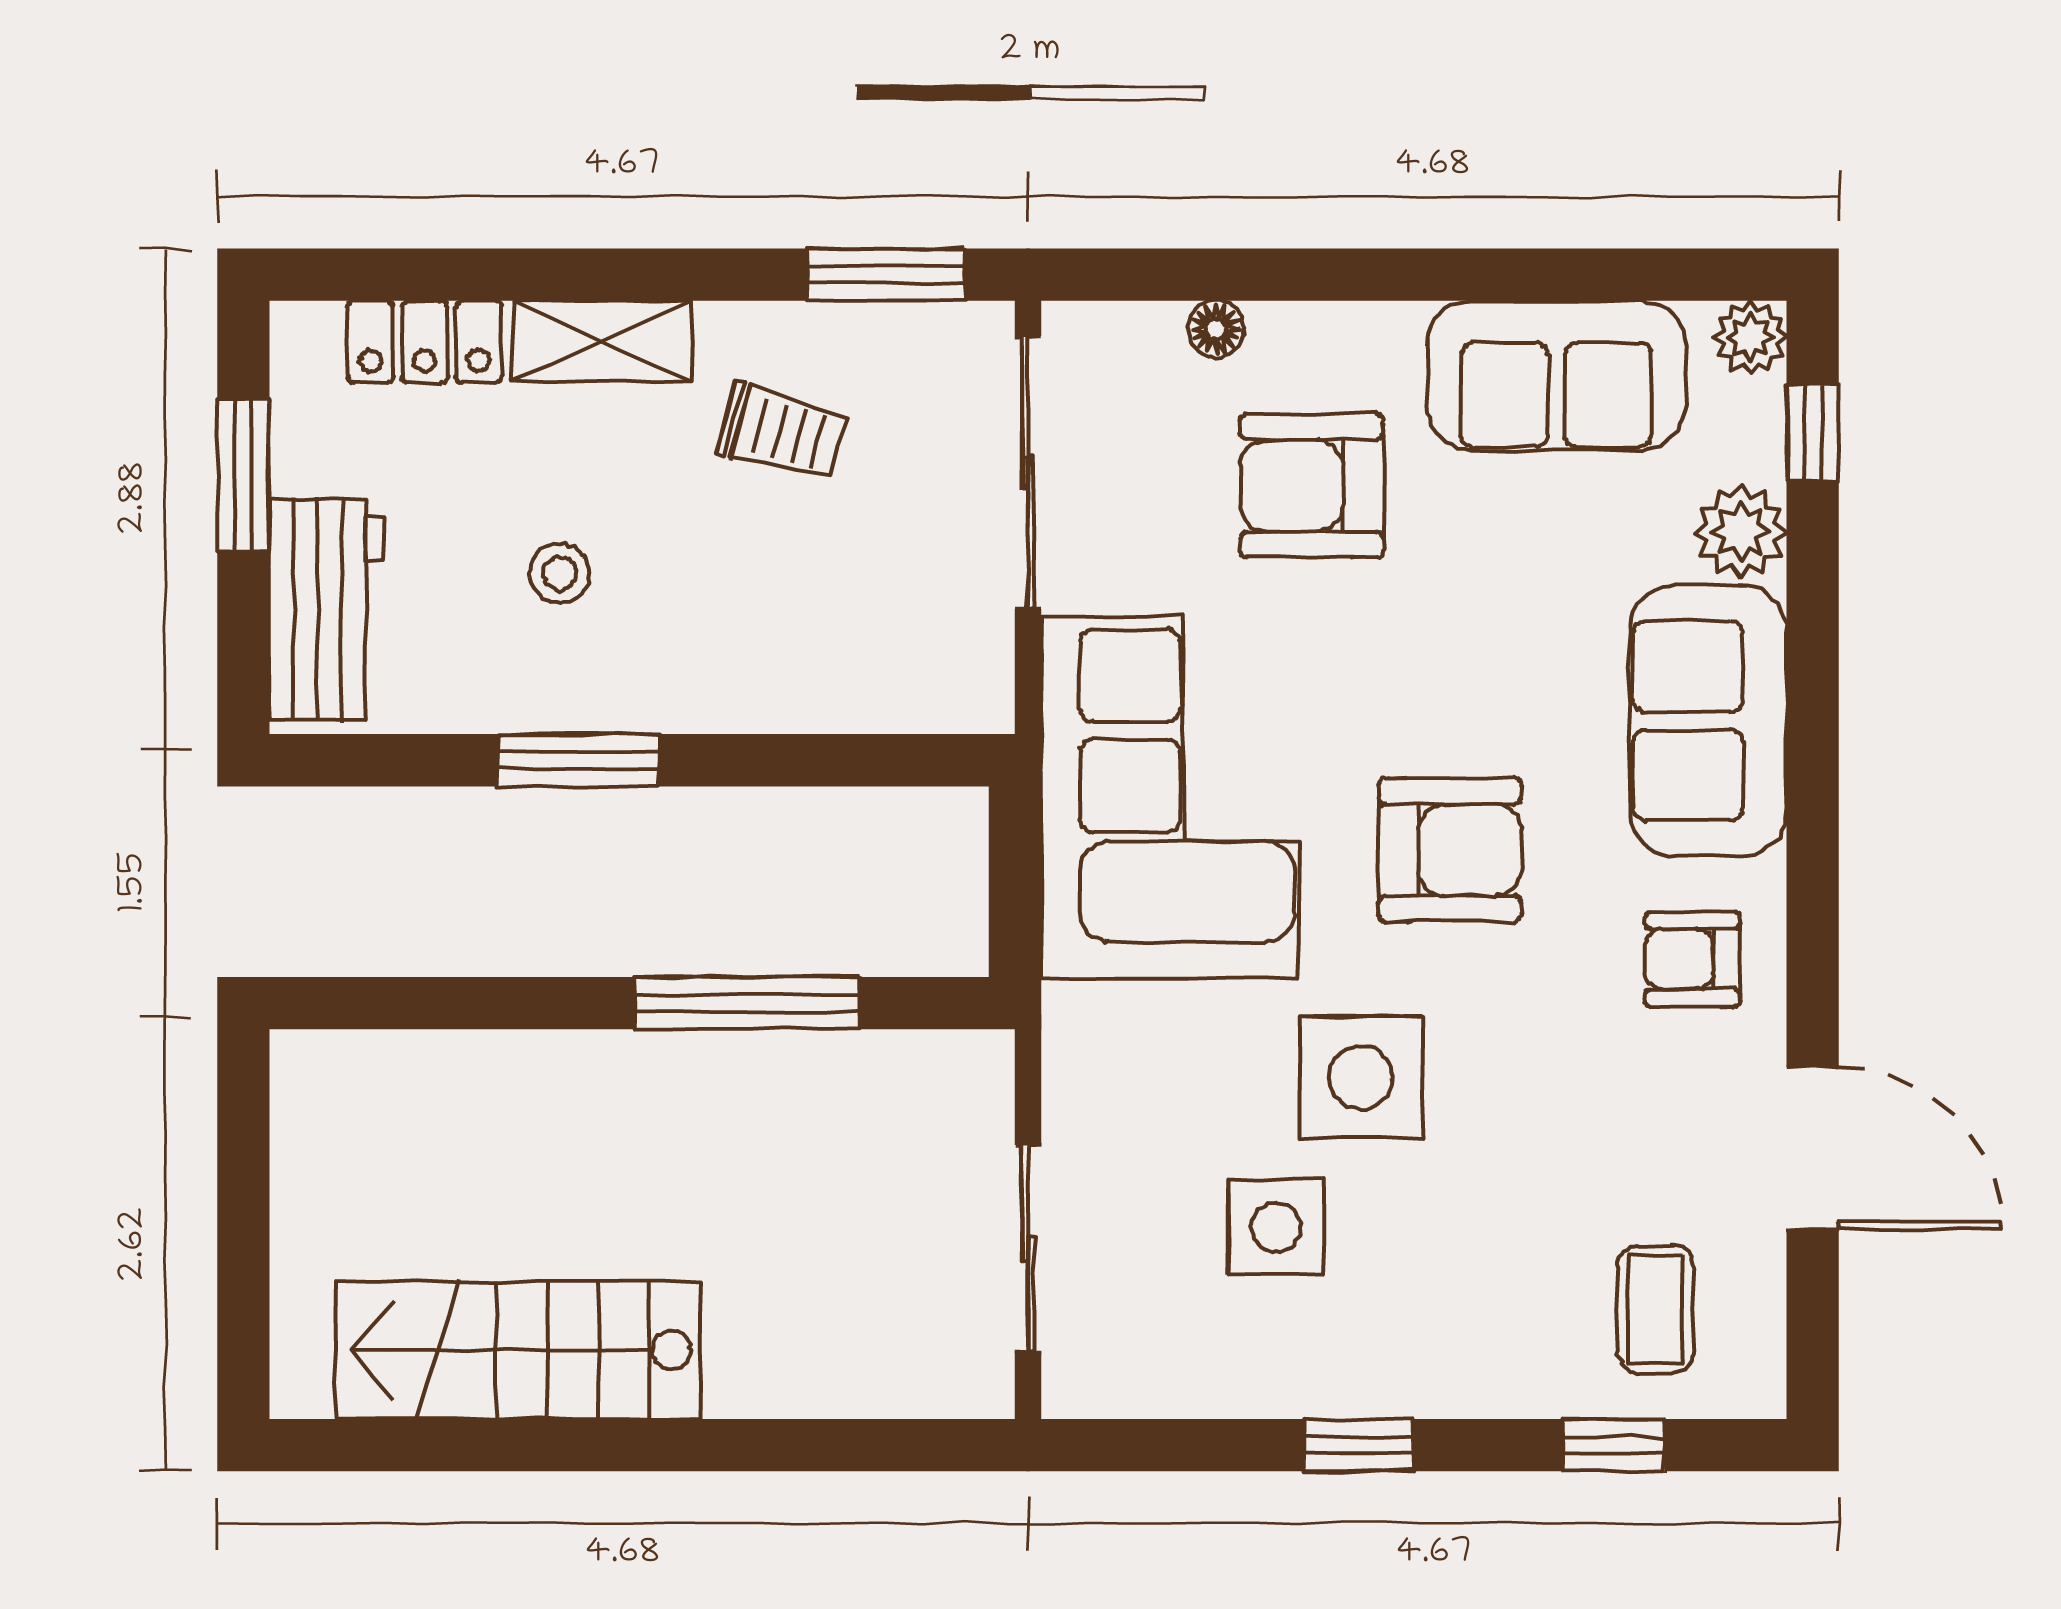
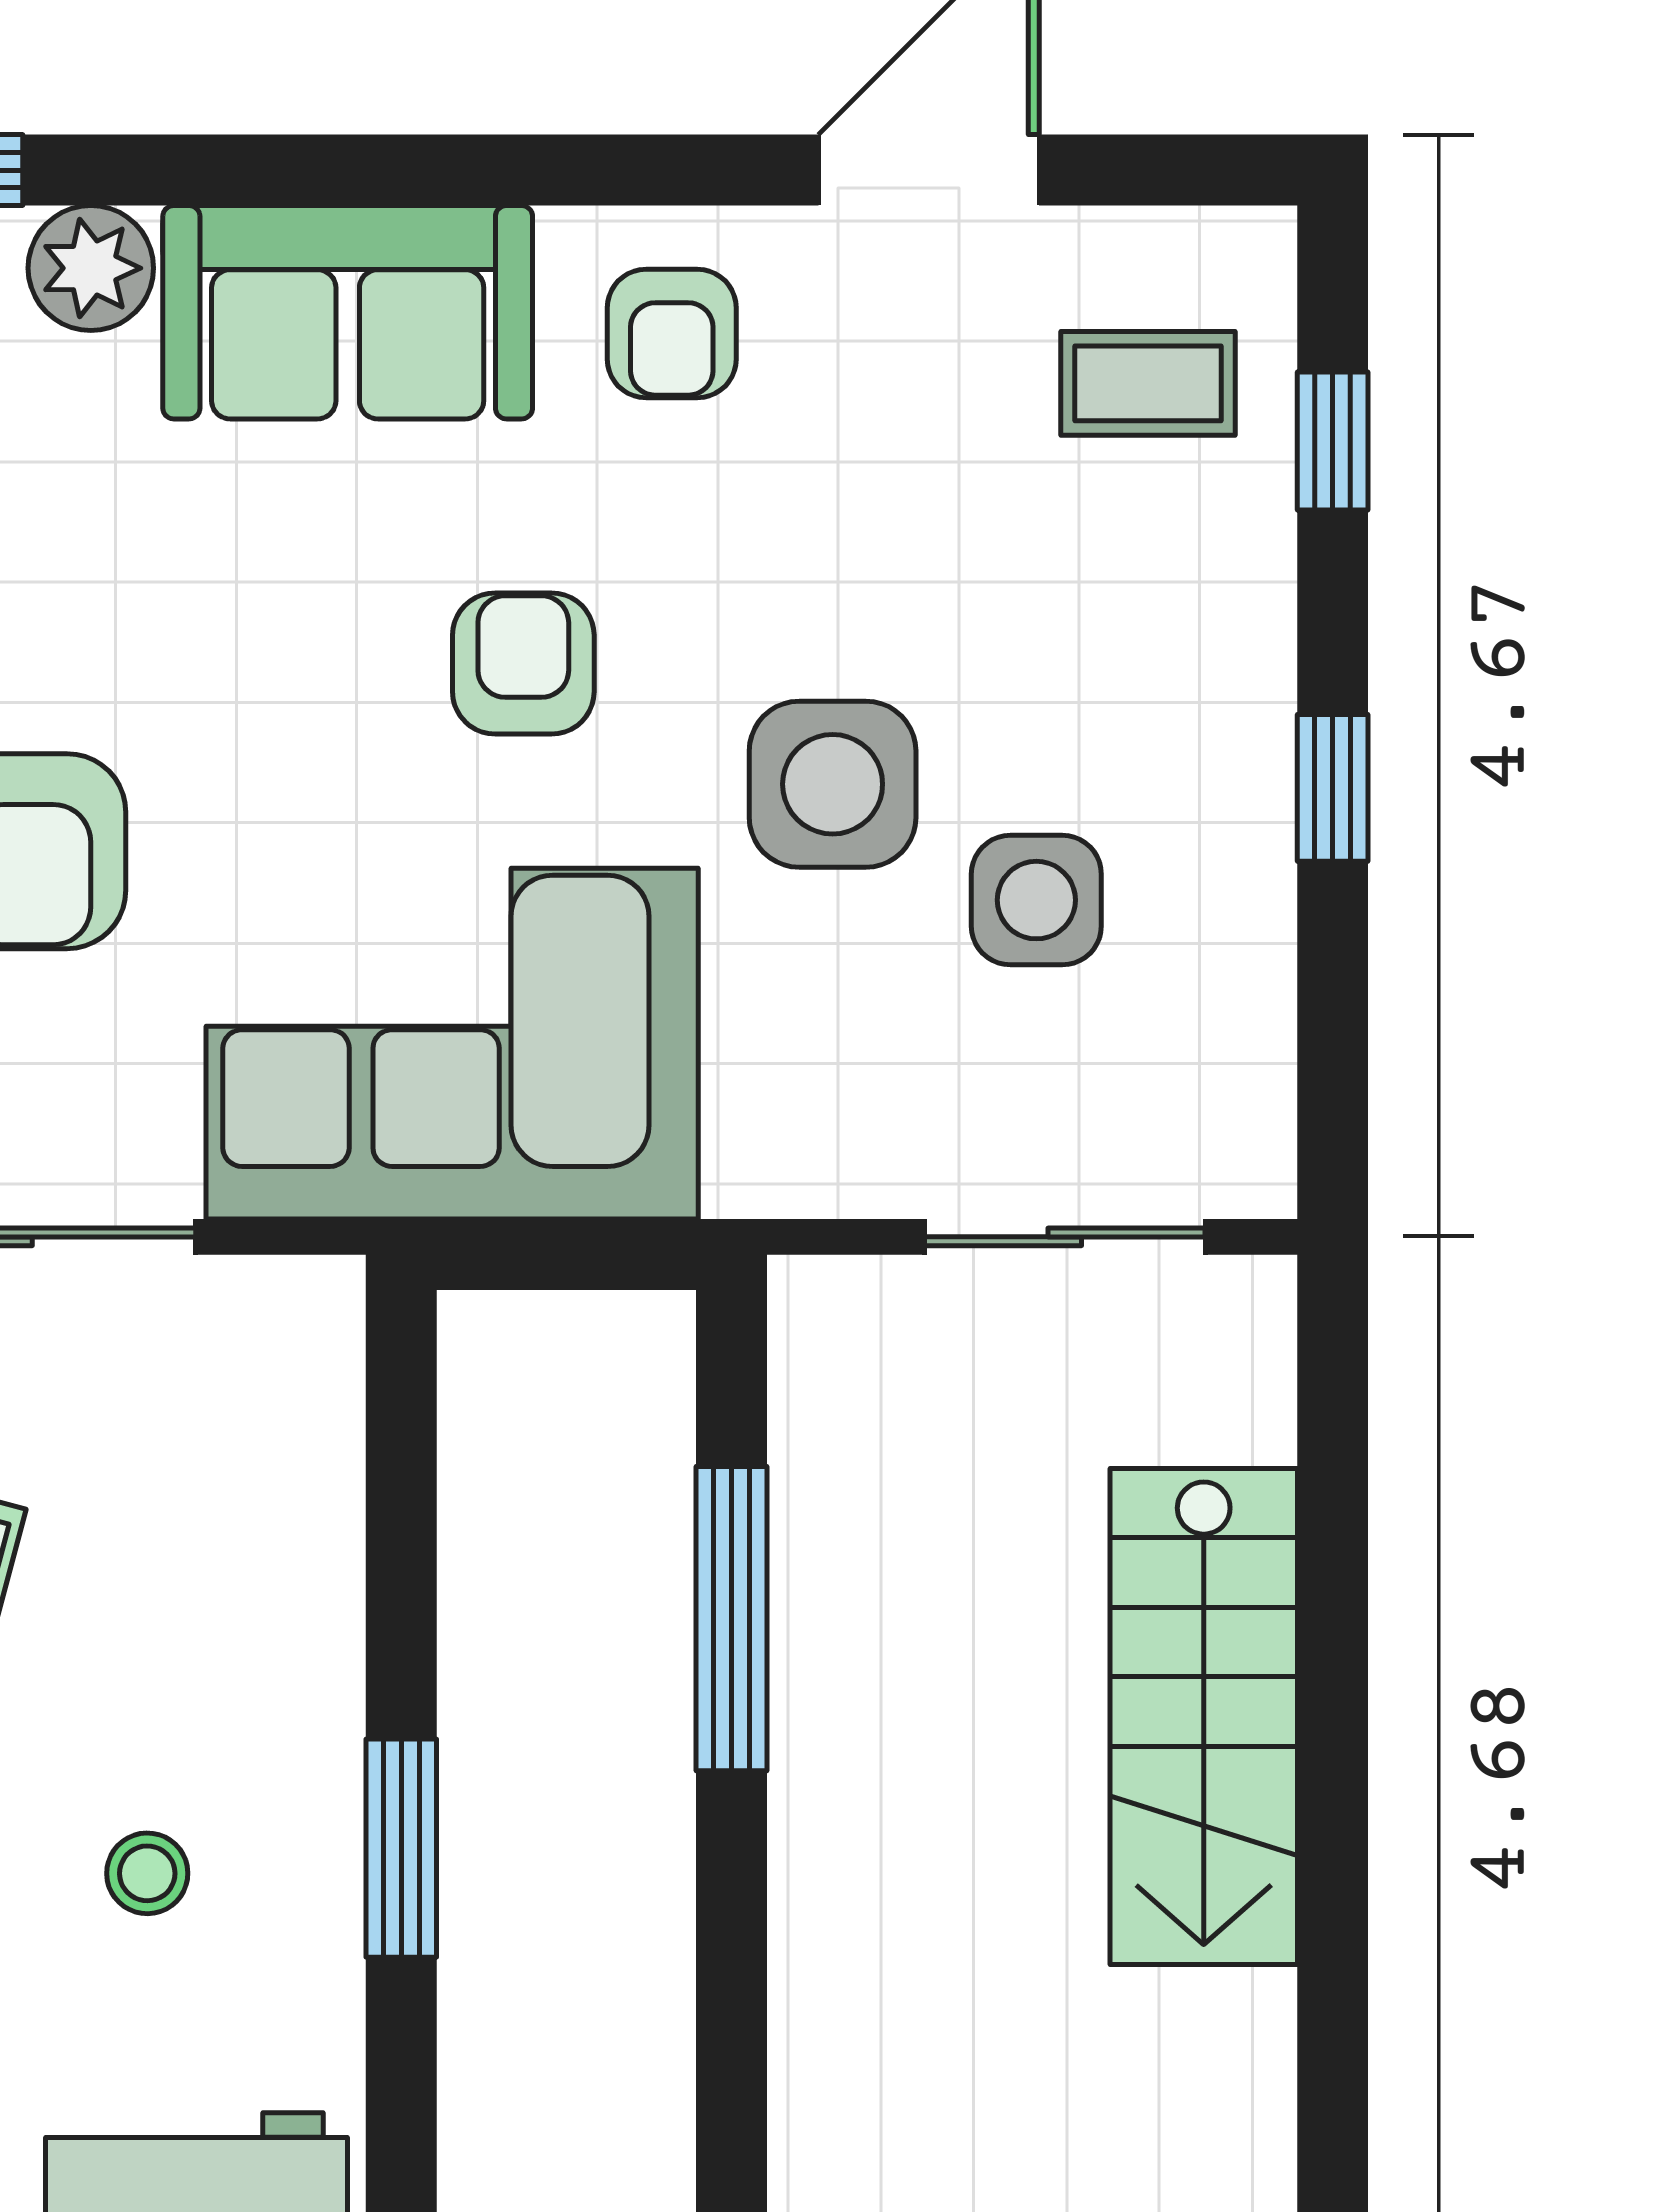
armchair: (1450, 850) -> (523, 663), width x0.72, depth x0.72
stairs: (518, 1350) -> (1204, 1716), moved

